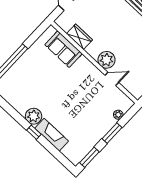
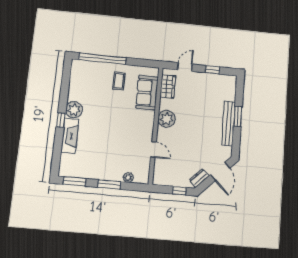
wardrobe: (79, 37) -> (168, 86), moved
plant: (107, 60) -> (167, 119), moved
coffee table: (37, 64) -> (119, 81), added

